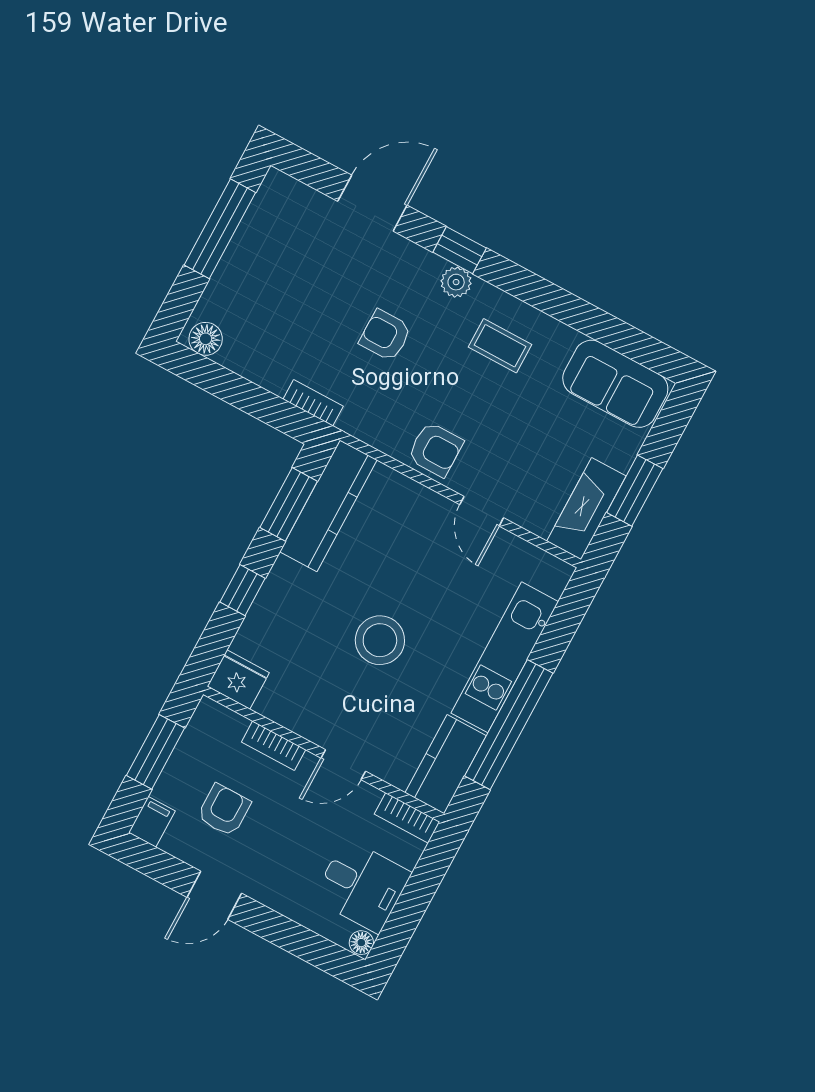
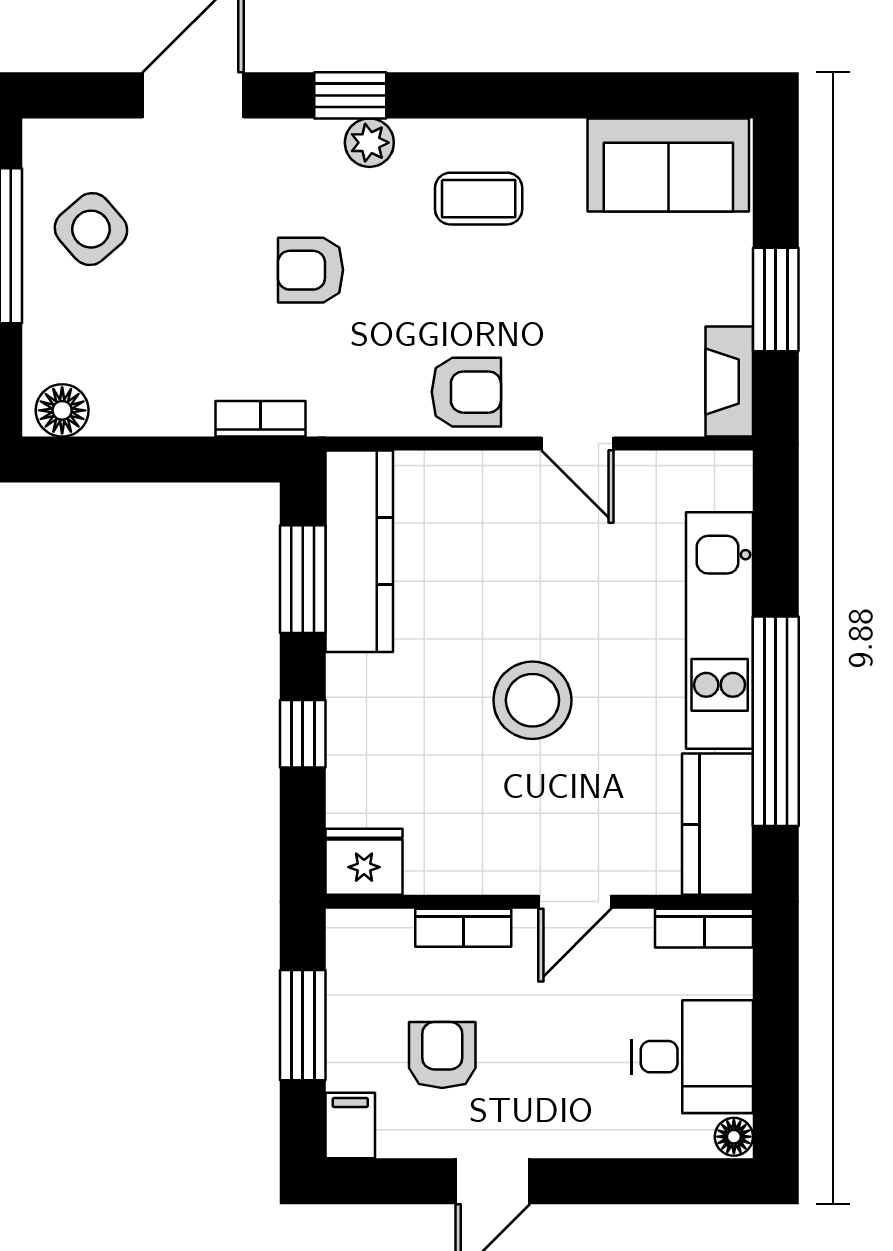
side table: (276, 247) -> (91, 229), added
fireplace: (586, 509) -> (729, 381), width x0.73, depth x0.76

